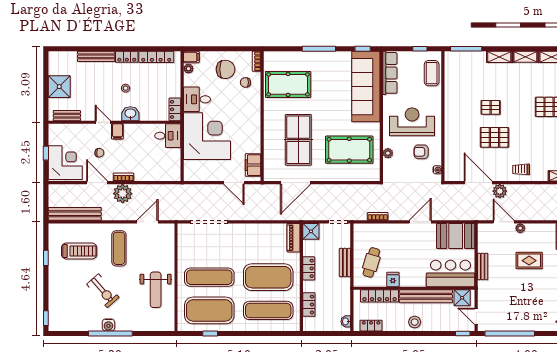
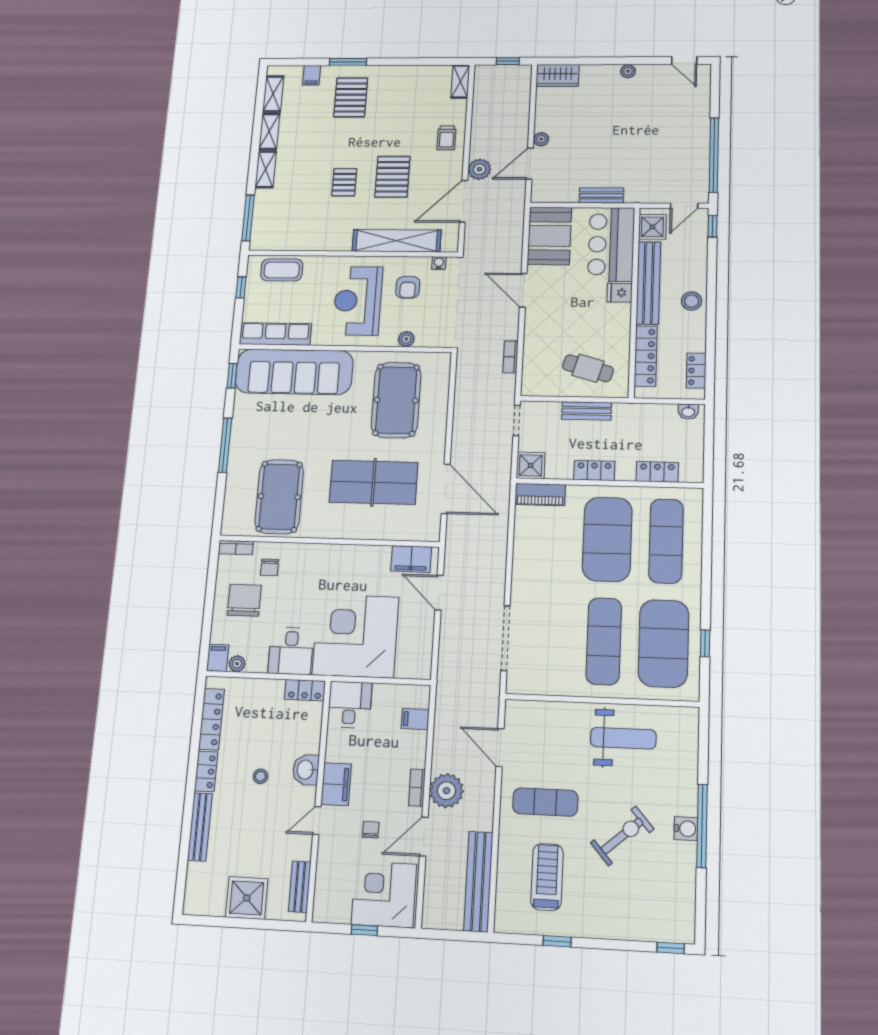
filing cabinet: (117, 131) -> (336, 784), width x2.00
shelving: (452, 143) -> (397, 241), added
filing cabinet: (161, 173) -> (415, 719), added
door: (234, 183) -> (439, 593), swing flipped
rug: (529, 261) -> (594, 126), removed
fridge: (393, 280) -> (620, 293), moved

